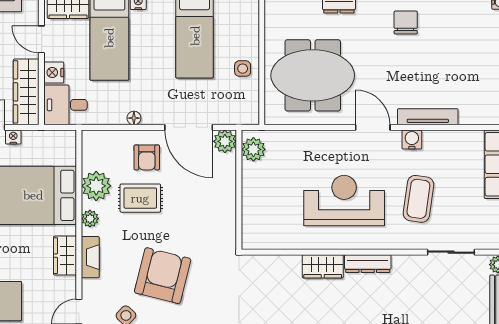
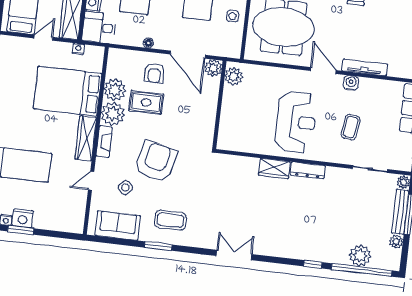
nightstand: (13, 137) -> (78, 49), moved
coffee table: (418, 199) -> (351, 127), width x0.73, depth x0.77
reception desk: (344, 201) -> (296, 122), turned 90
plant: (90, 219) -> (113, 114), width x1.88, depth x1.88
wardrobe: (65, 256) -> (86, 138), width x1.50

